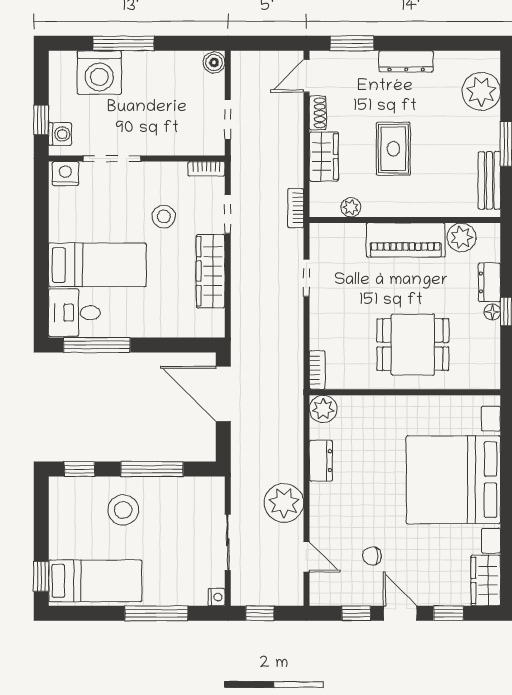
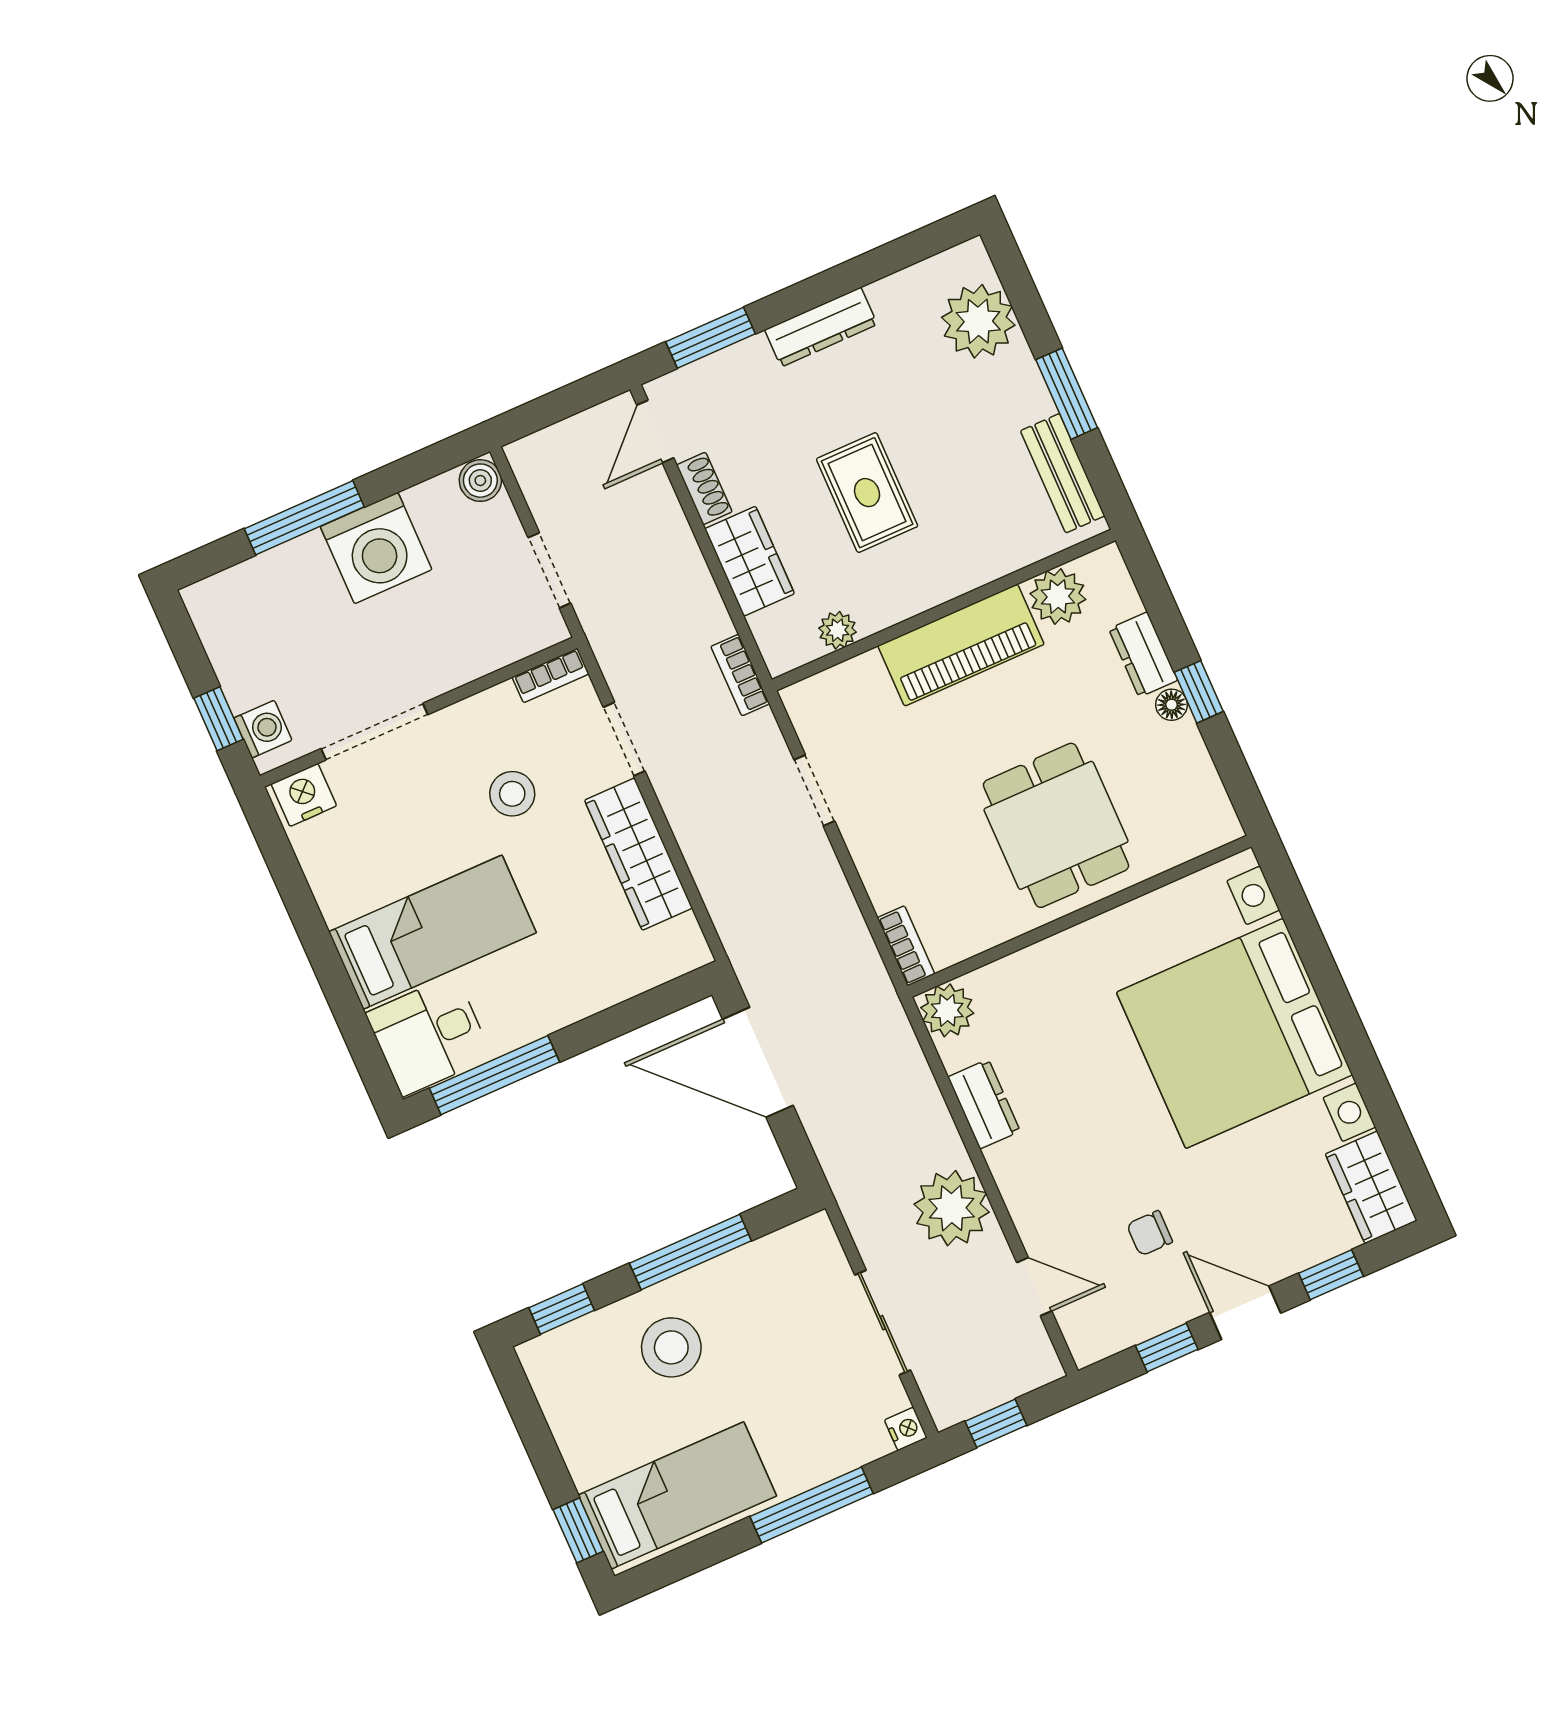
washing machine: (99, 73) -> (376, 548), moved
dining table: (413, 345) -> (1056, 825), turned 90

